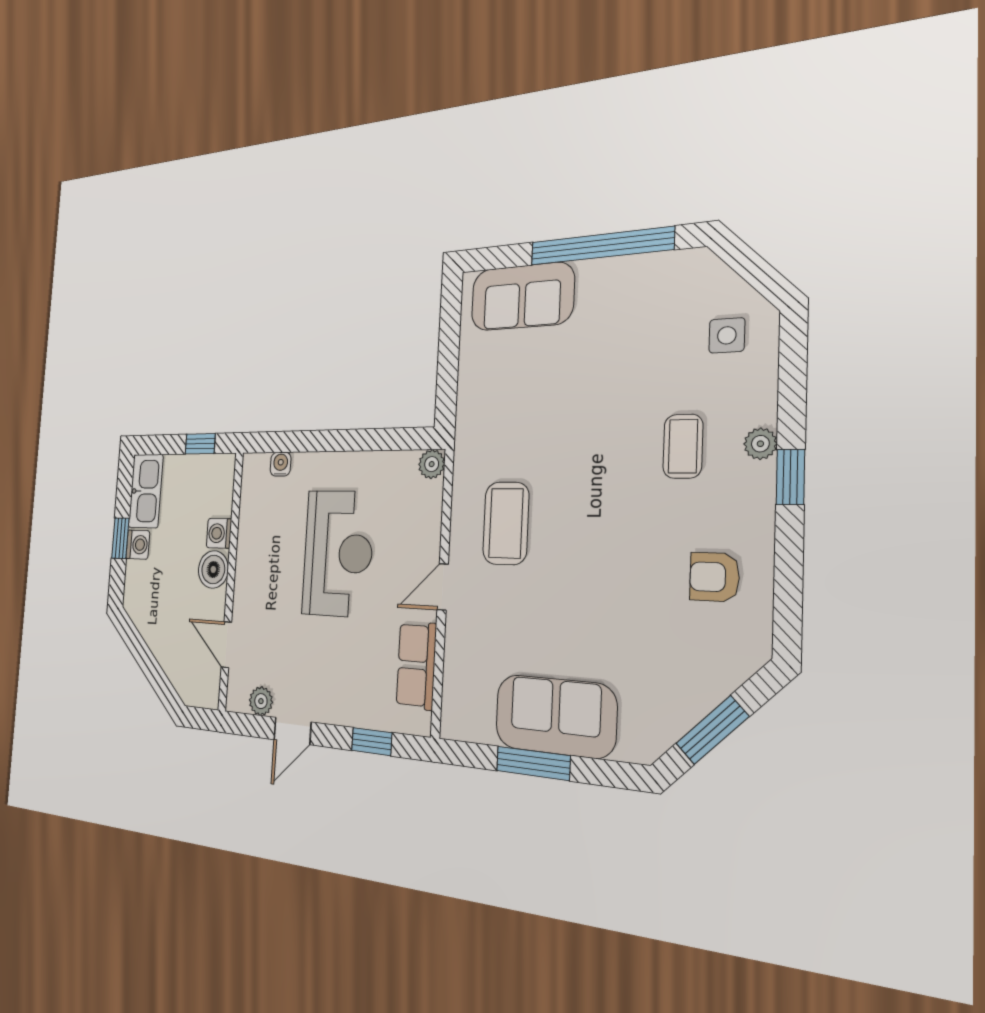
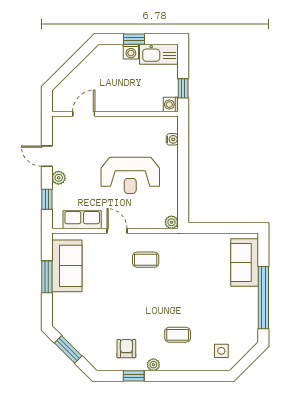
plant: (760, 444) -> (153, 365), moved
window: (790, 477) -> (134, 376), moved
coffee table: (506, 523) -> (146, 260), width x0.73, depth x0.77
washing machine: (219, 533) -> (171, 105), moved, turned -90
boiler: (213, 569) -> (120, 103), removed
plant: (261, 701) -> (59, 178), moved
sofa: (555, 716) -> (67, 266), moved

